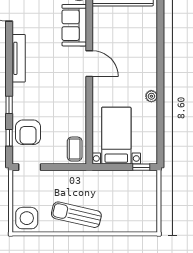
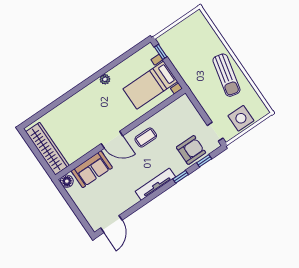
tv unit: (19, 58) -> (155, 184), moved
door: (89, 64) -> (112, 140), swing flipped
coffee table: (75, 149) -> (146, 137), moved
side table: (27, 218) -> (241, 118), moved

